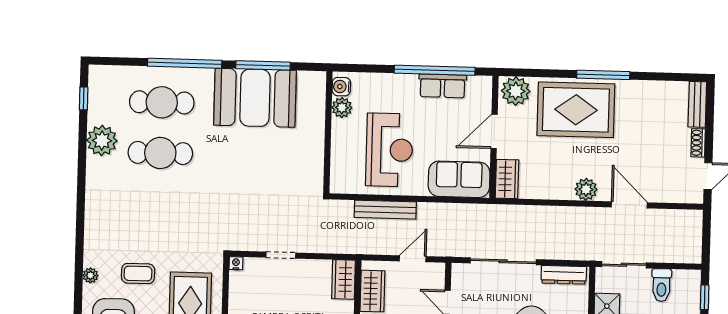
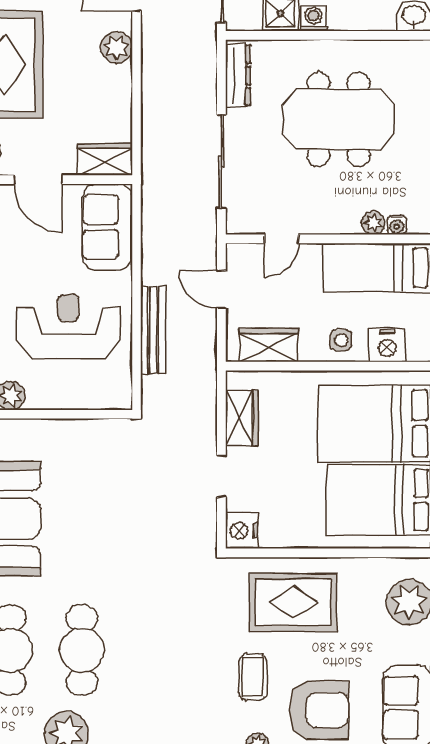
nightstand: (236, 263) -> (242, 531), width x1.89, depth x1.79
wardrobe: (343, 279) -> (242, 418), moved, turned -90

